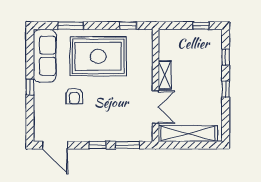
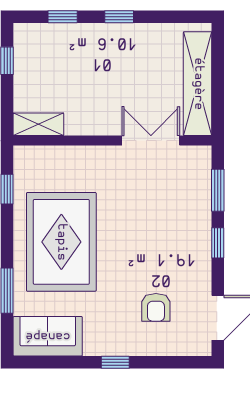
sofa: (45, 56) -> (48, 336), width x0.73
shelving: (165, 75) -> (38, 124), moved
armchair: (74, 96) -> (156, 307), moved, turned 90

